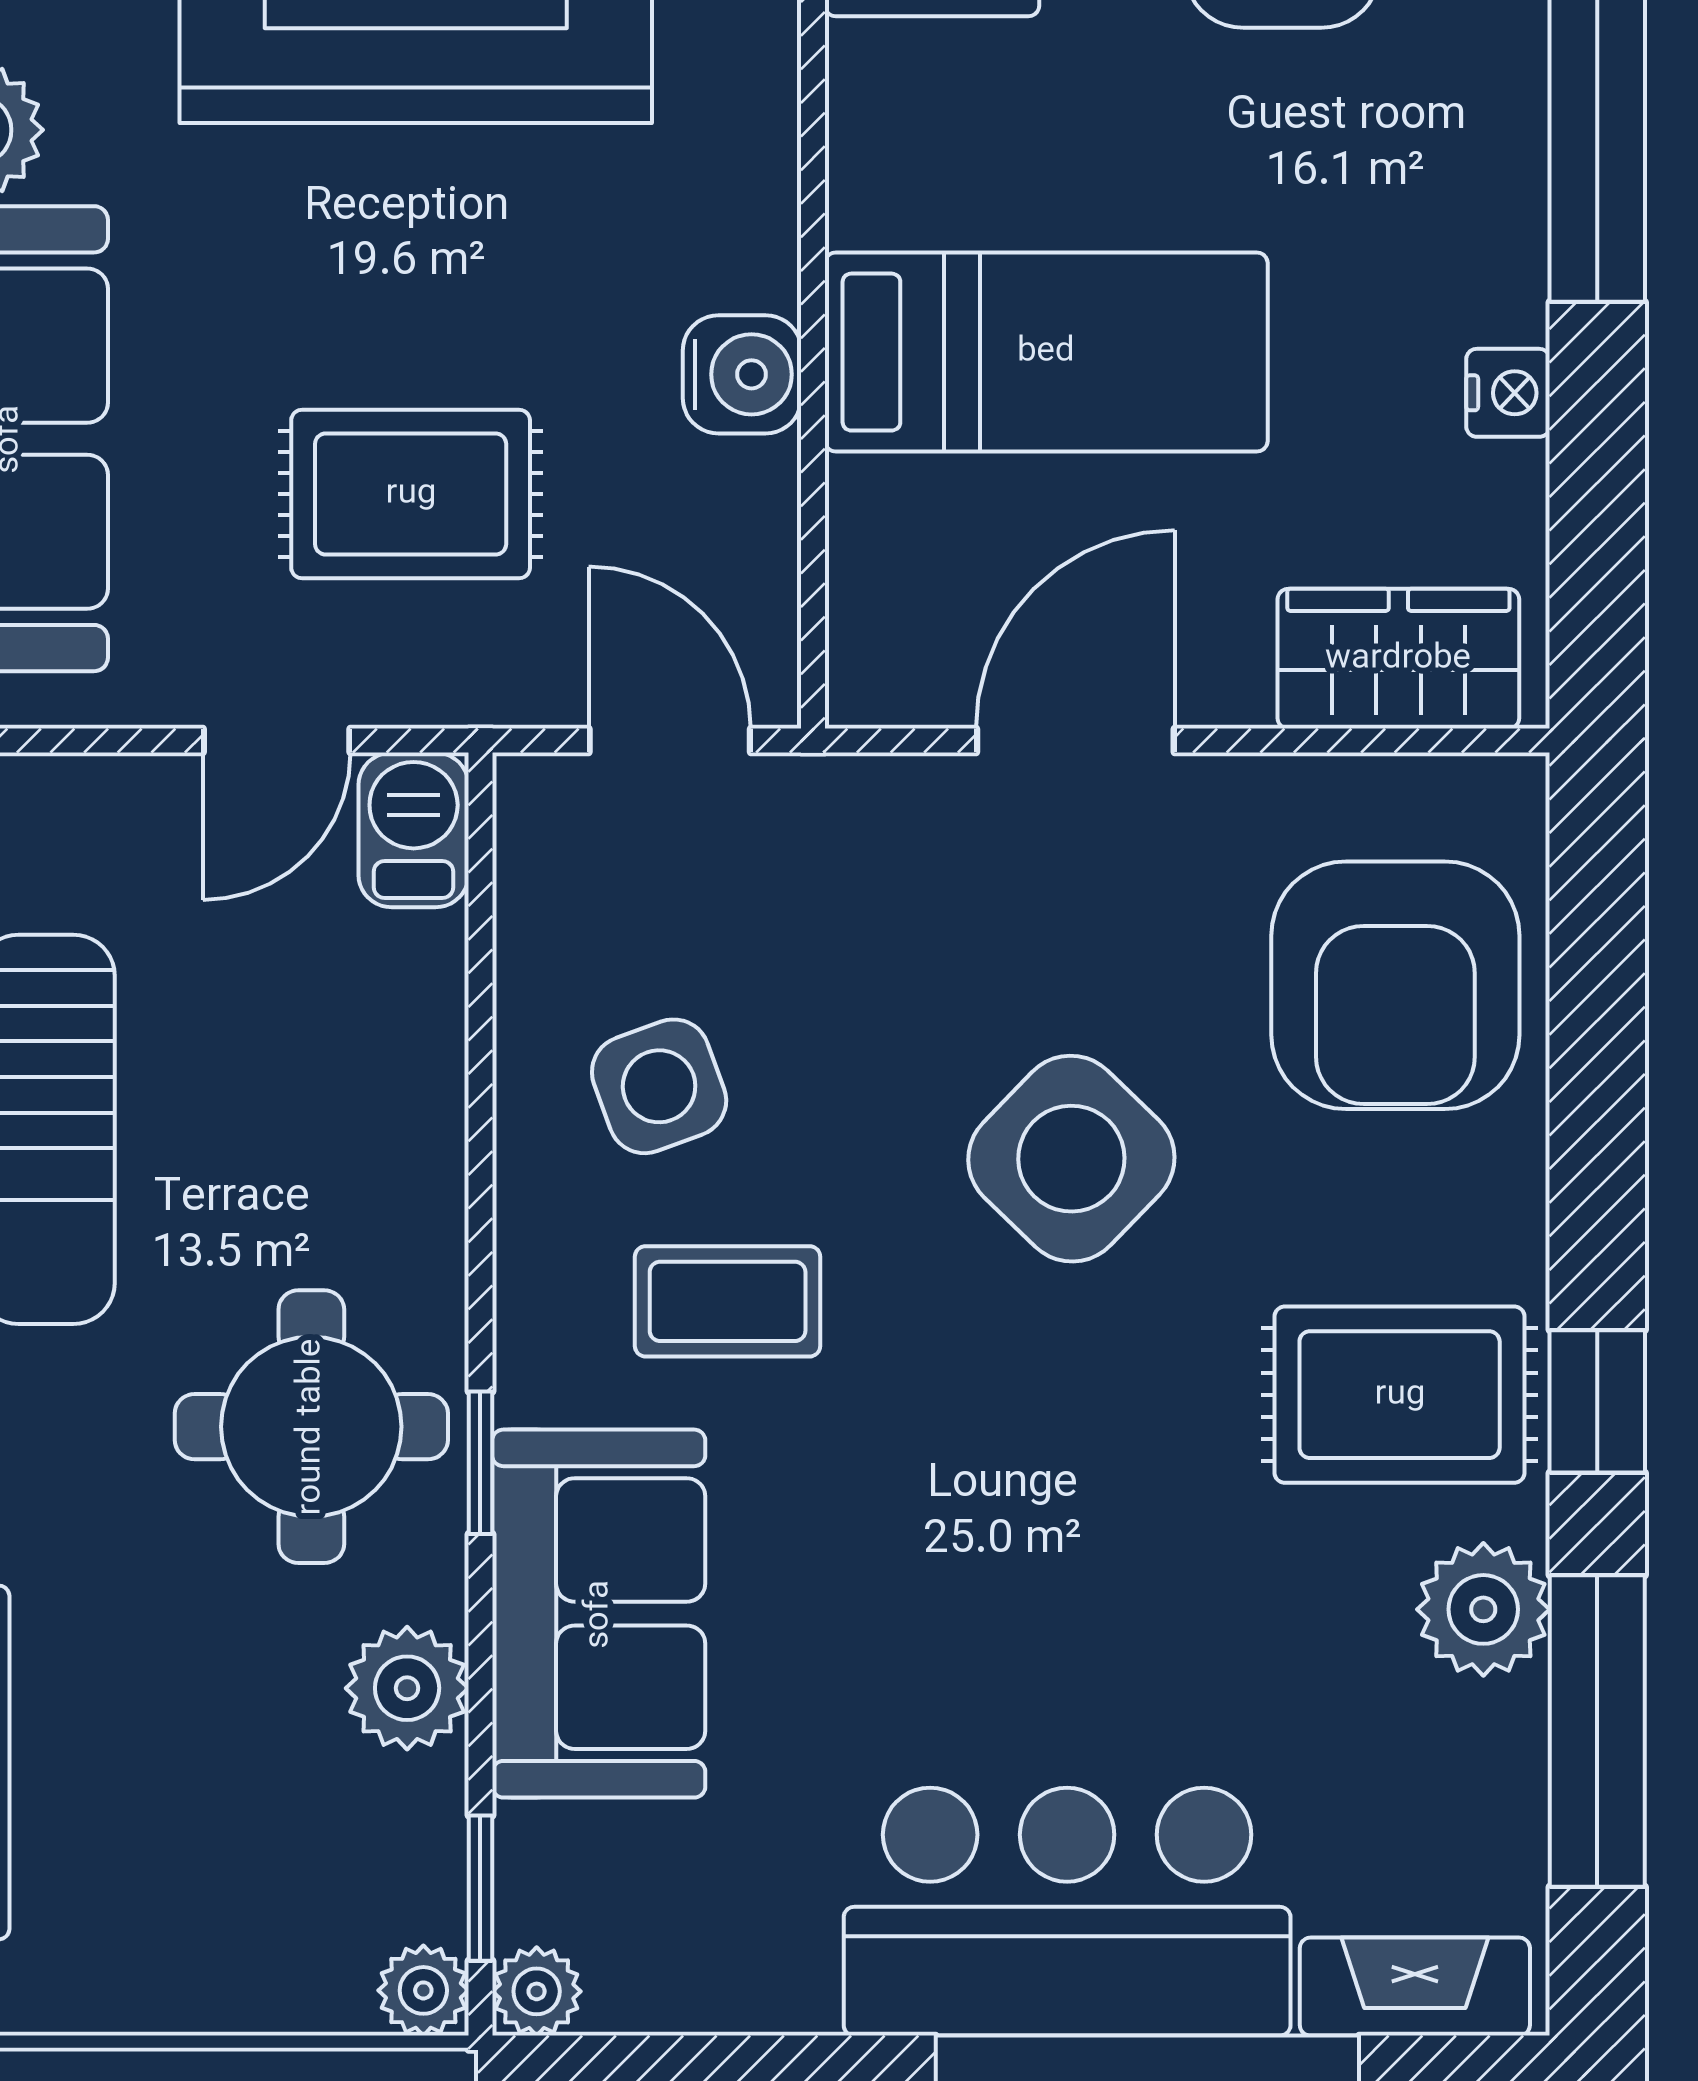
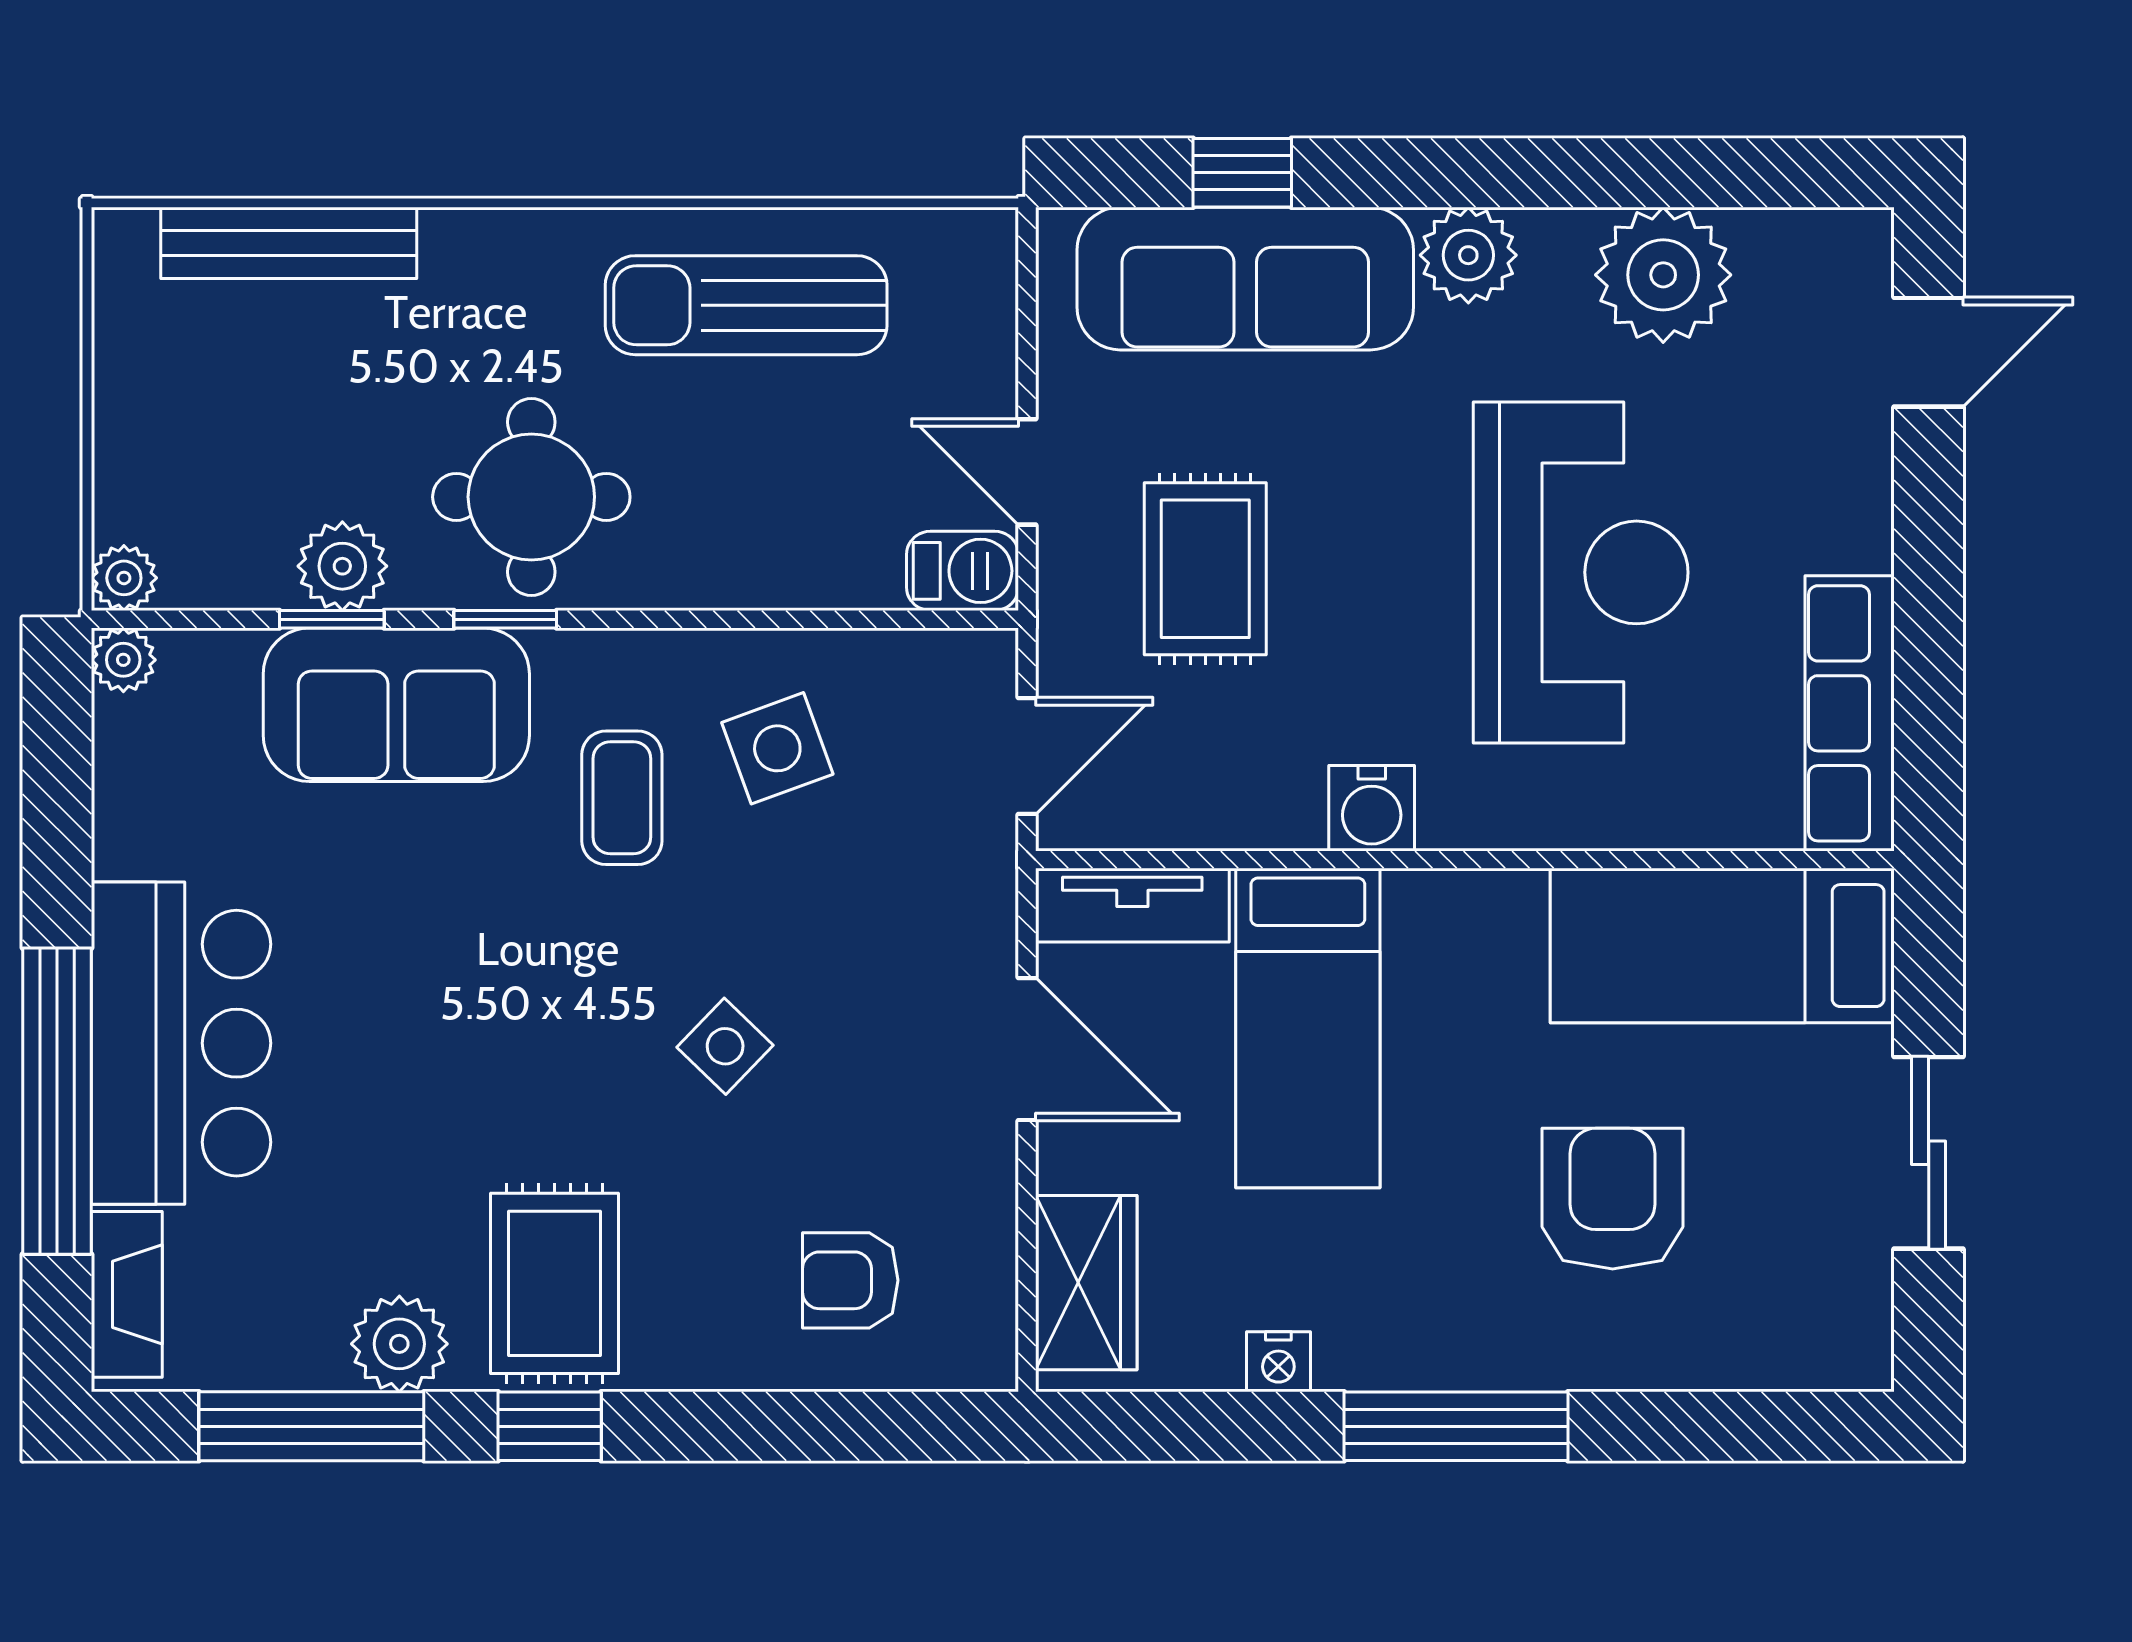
water cooler: (742, 374) -> (1372, 808), moved
tv unit: (876, 595) -> (1132, 905), added
armchair: (1395, 985) -> (850, 1280), width x0.53, depth x0.53
side table: (1071, 1159) -> (725, 1046), width x0.54, depth x0.54
window: (480, 1888) -> (332, 619), moved

